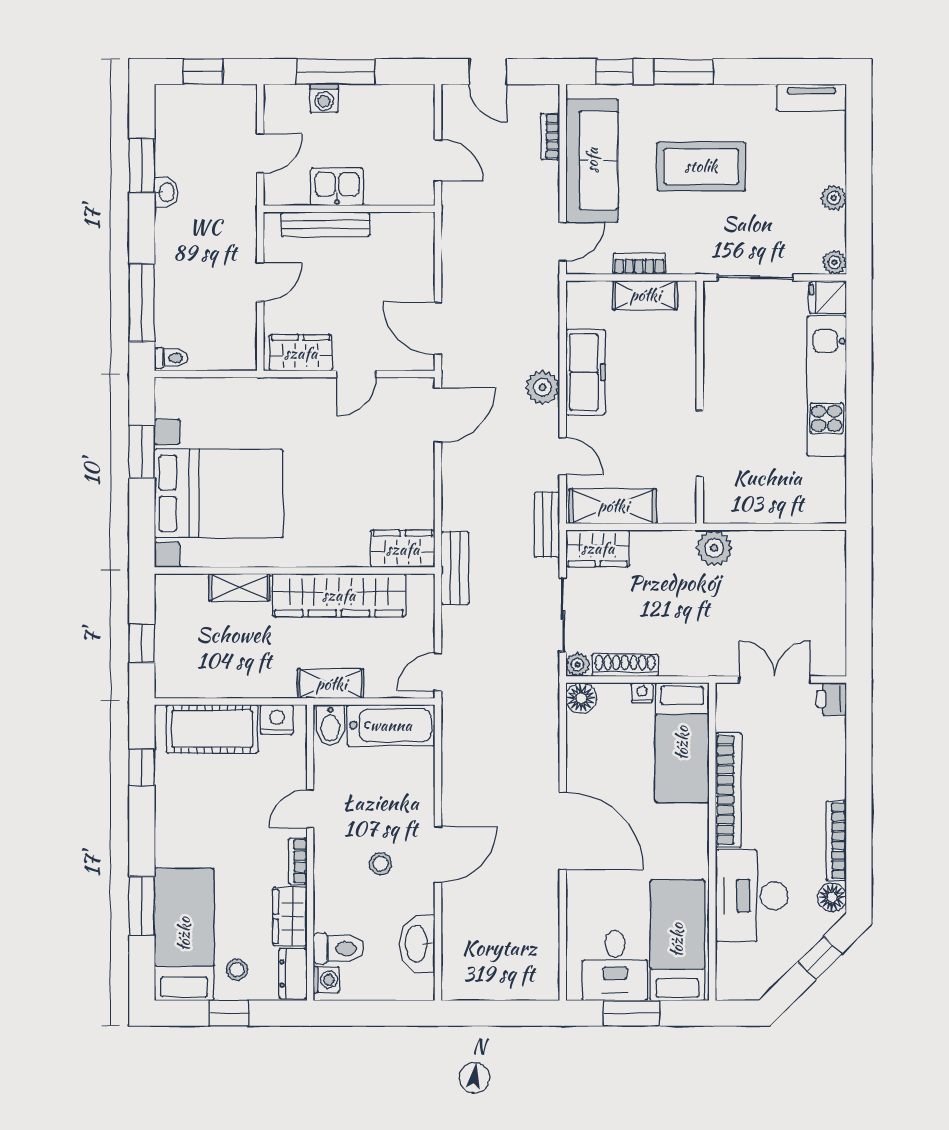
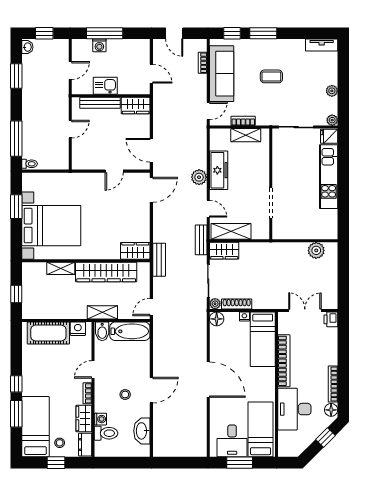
coffee table: (701, 166) -> (271, 76), width x0.54, depth x0.58
washbasin: (166, 192) -> (27, 47), moved
wardrobe: (301, 353) -> (136, 105), moved, turned 180
plant: (714, 548) -> (316, 250), moved
window: (142, 767) -> (16, 384), moved
washing machine: (326, 980) -> (100, 419), moved

